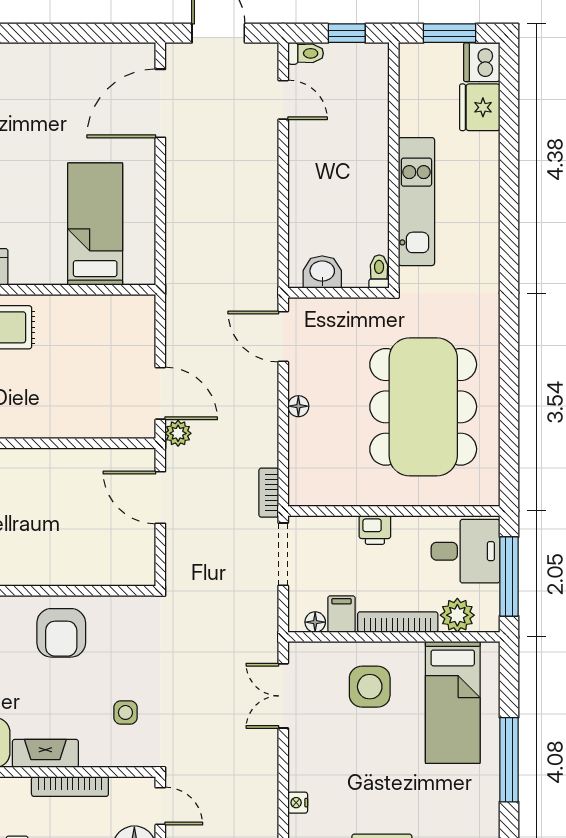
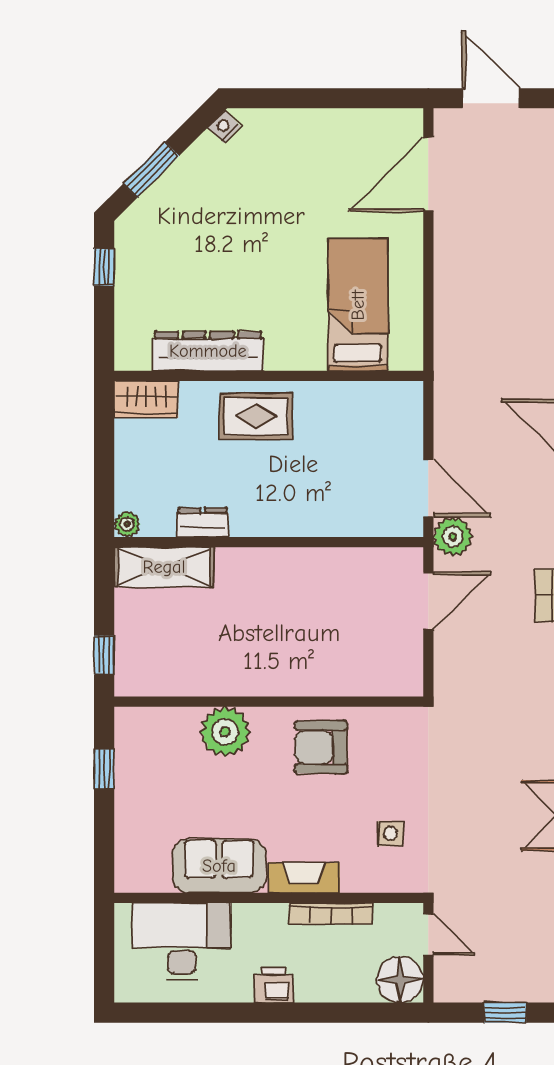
plant: (178, 433) -> (453, 537), width x1.38, depth x1.38
door: (160, 497) -> (428, 601), swing flipped
armchair: (61, 633) -> (321, 747), turned 90

